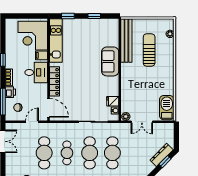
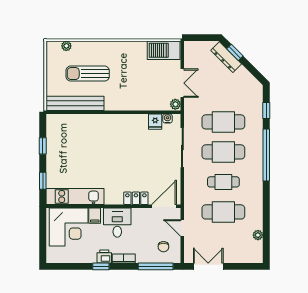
sofa: (110, 61) -> (103, 125), removed
locker: (55, 81) -> (136, 198), width x0.66
printer: (10, 92) -> (104, 256), moved

